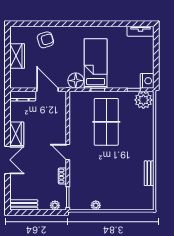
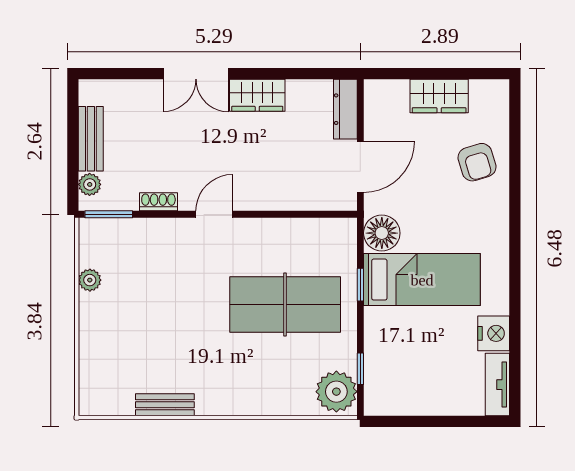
nightstand: (147, 81) -> (494, 333), moved, turned -90
bench: (24, 205) -> (91, 139), moved

